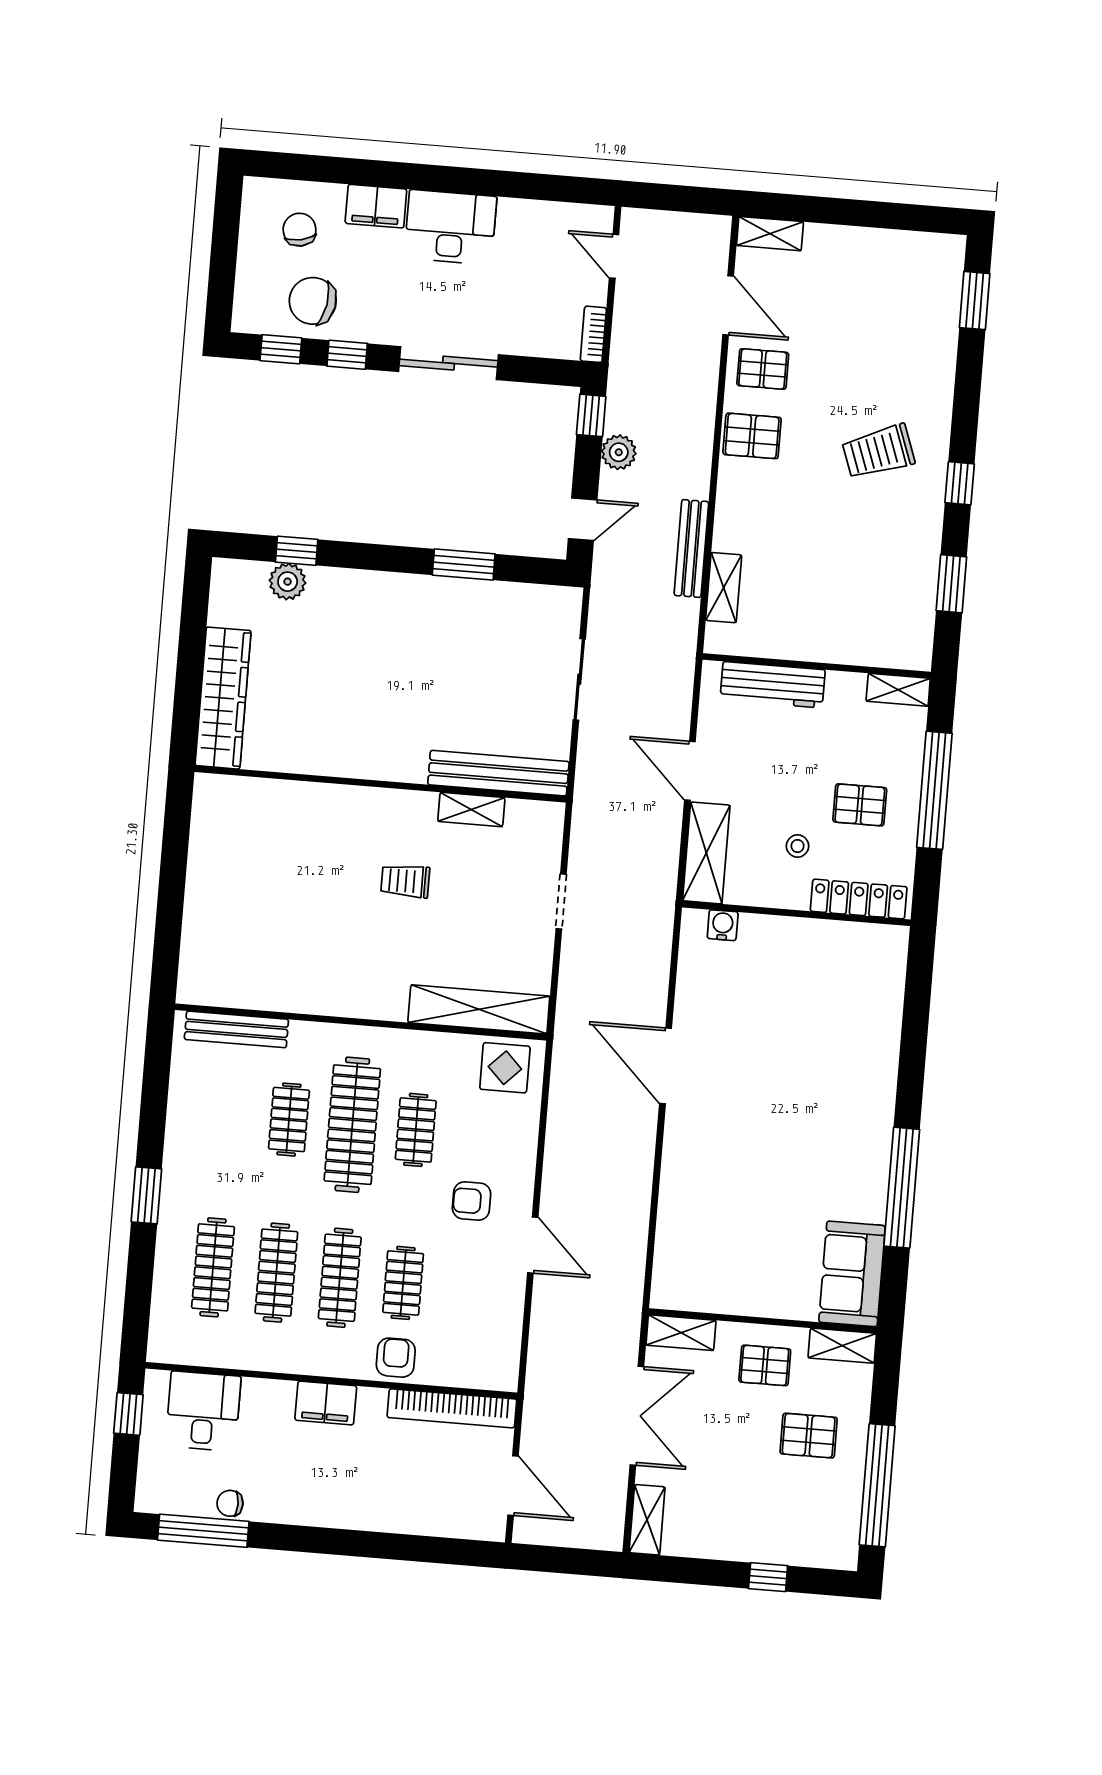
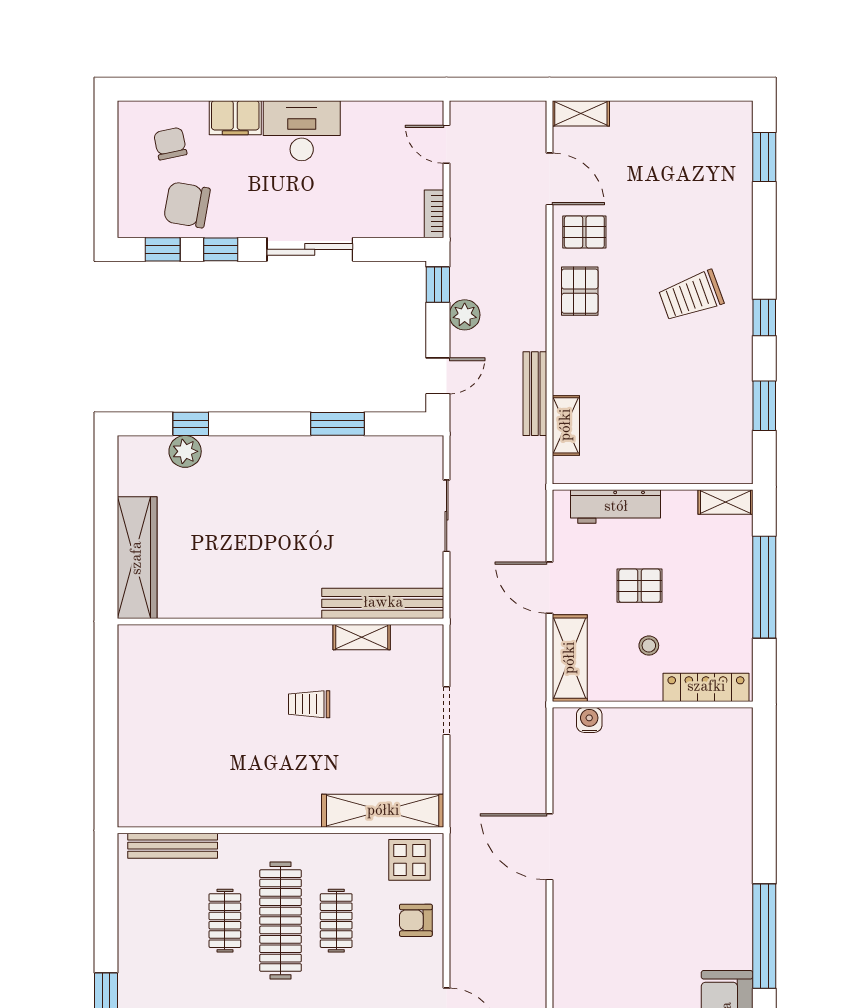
pallet: (752, 436) -> (580, 291), turned 90
pallet: (860, 805) -> (640, 586), moved
armchair: (472, 1201) -> (416, 920), moved

